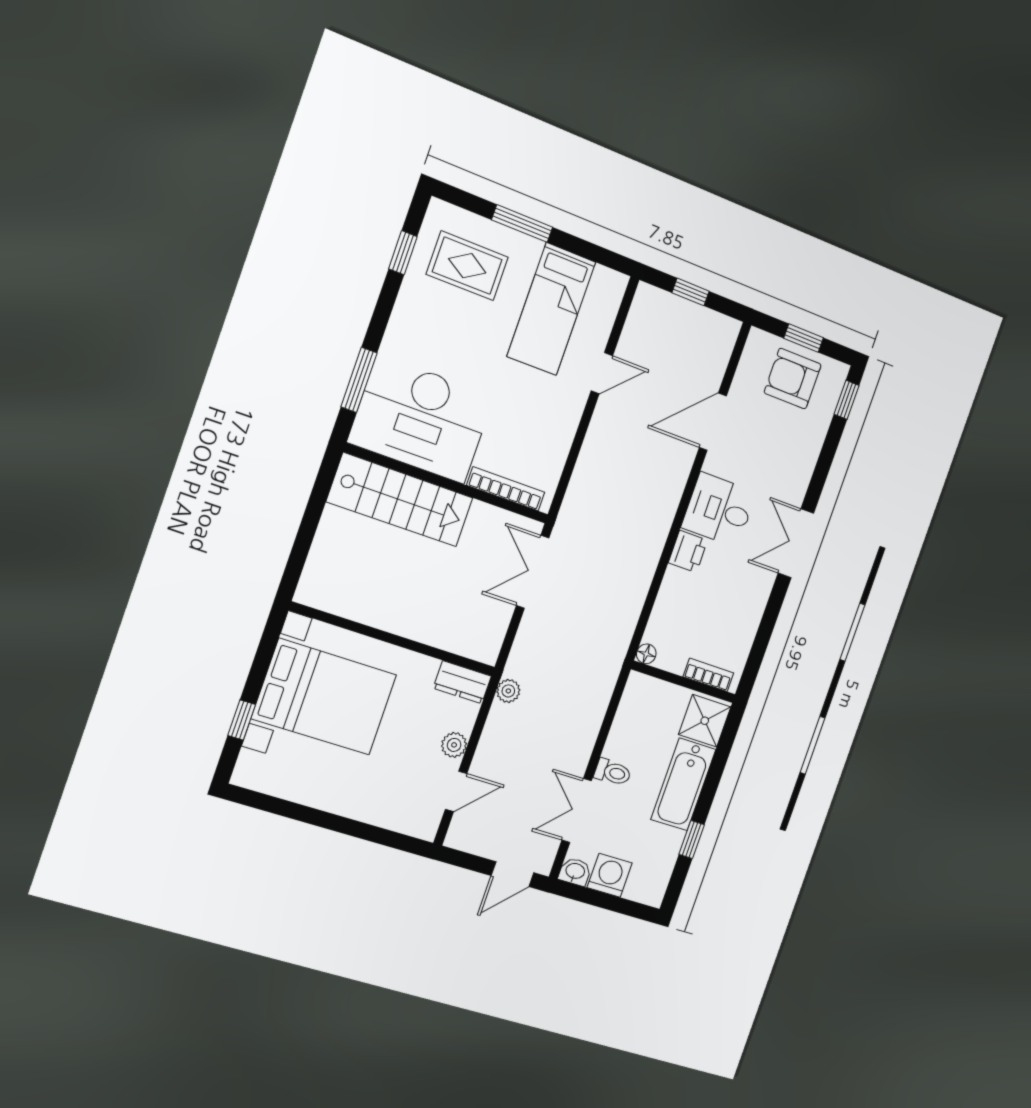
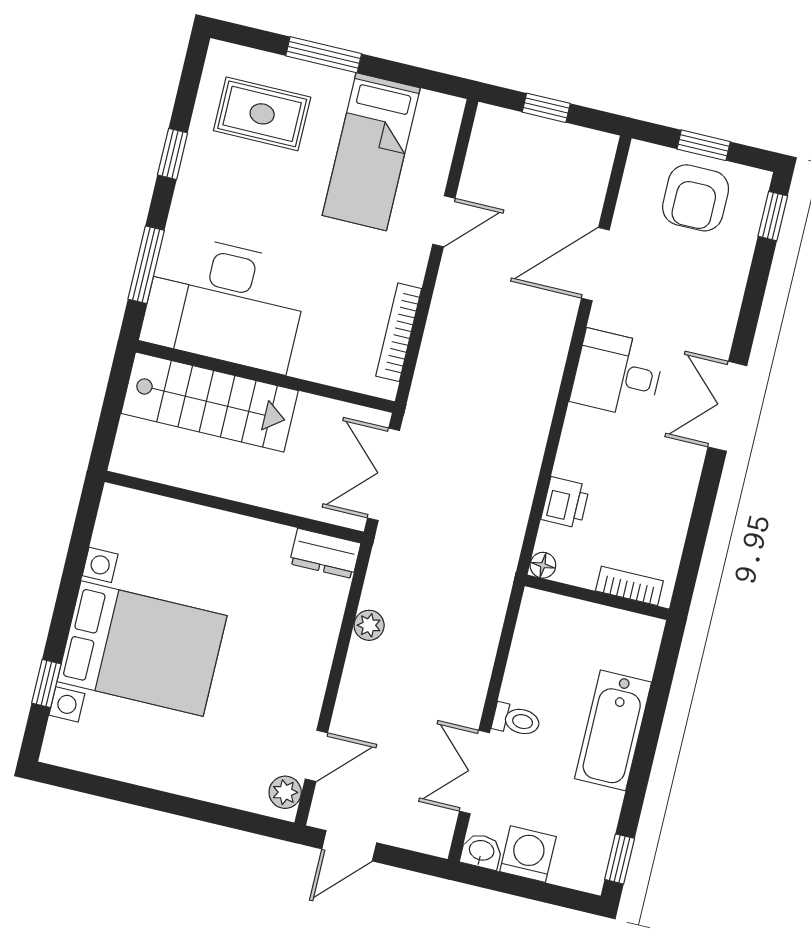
window: (403, 253) -> (173, 154), moved
armchair: (793, 379) -> (696, 198), turned -90
bookcase: (506, 489) -> (399, 332), moved, turned -90
printer: (688, 551) -> (565, 502), moved
wall: (393, 639) -> (234, 507), moved
dresser: (462, 682) -> (325, 553), moved
shower: (705, 721) -> (632, 646), removed
plant: (454, 745) -> (285, 792), moved
window: (692, 840) -> (620, 859), moved
door: (512, 874) -> (349, 846), moved

